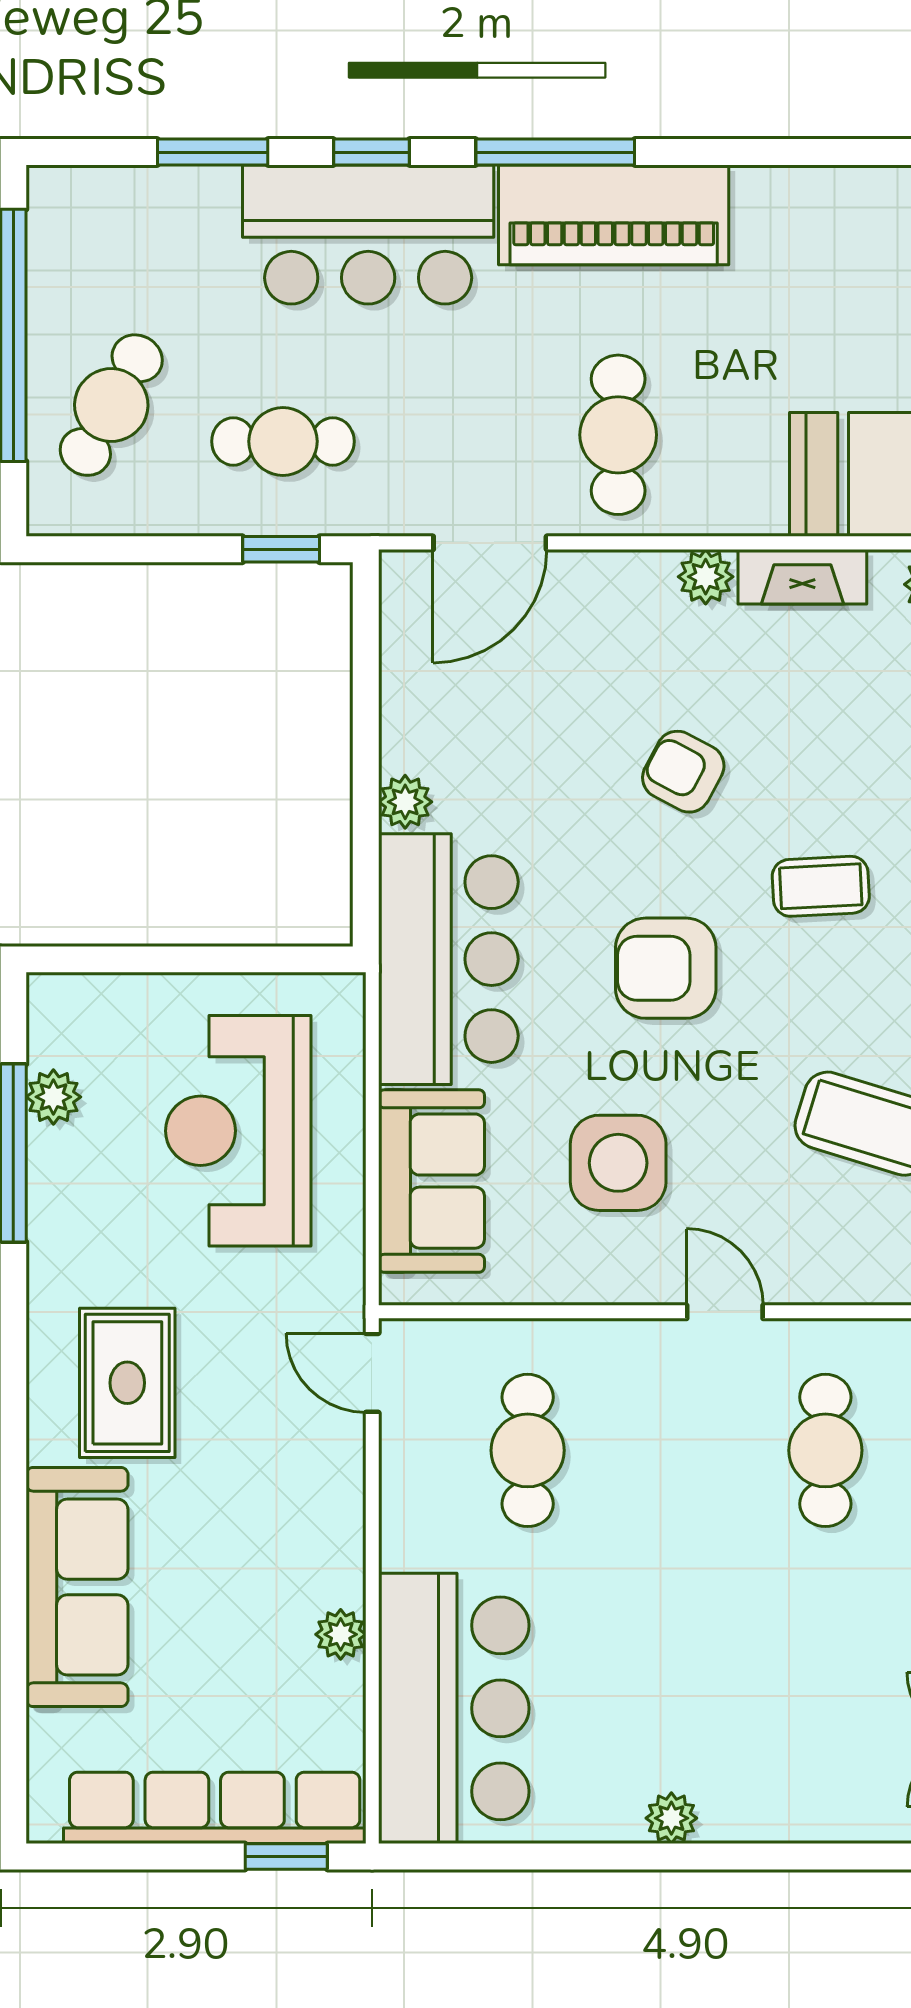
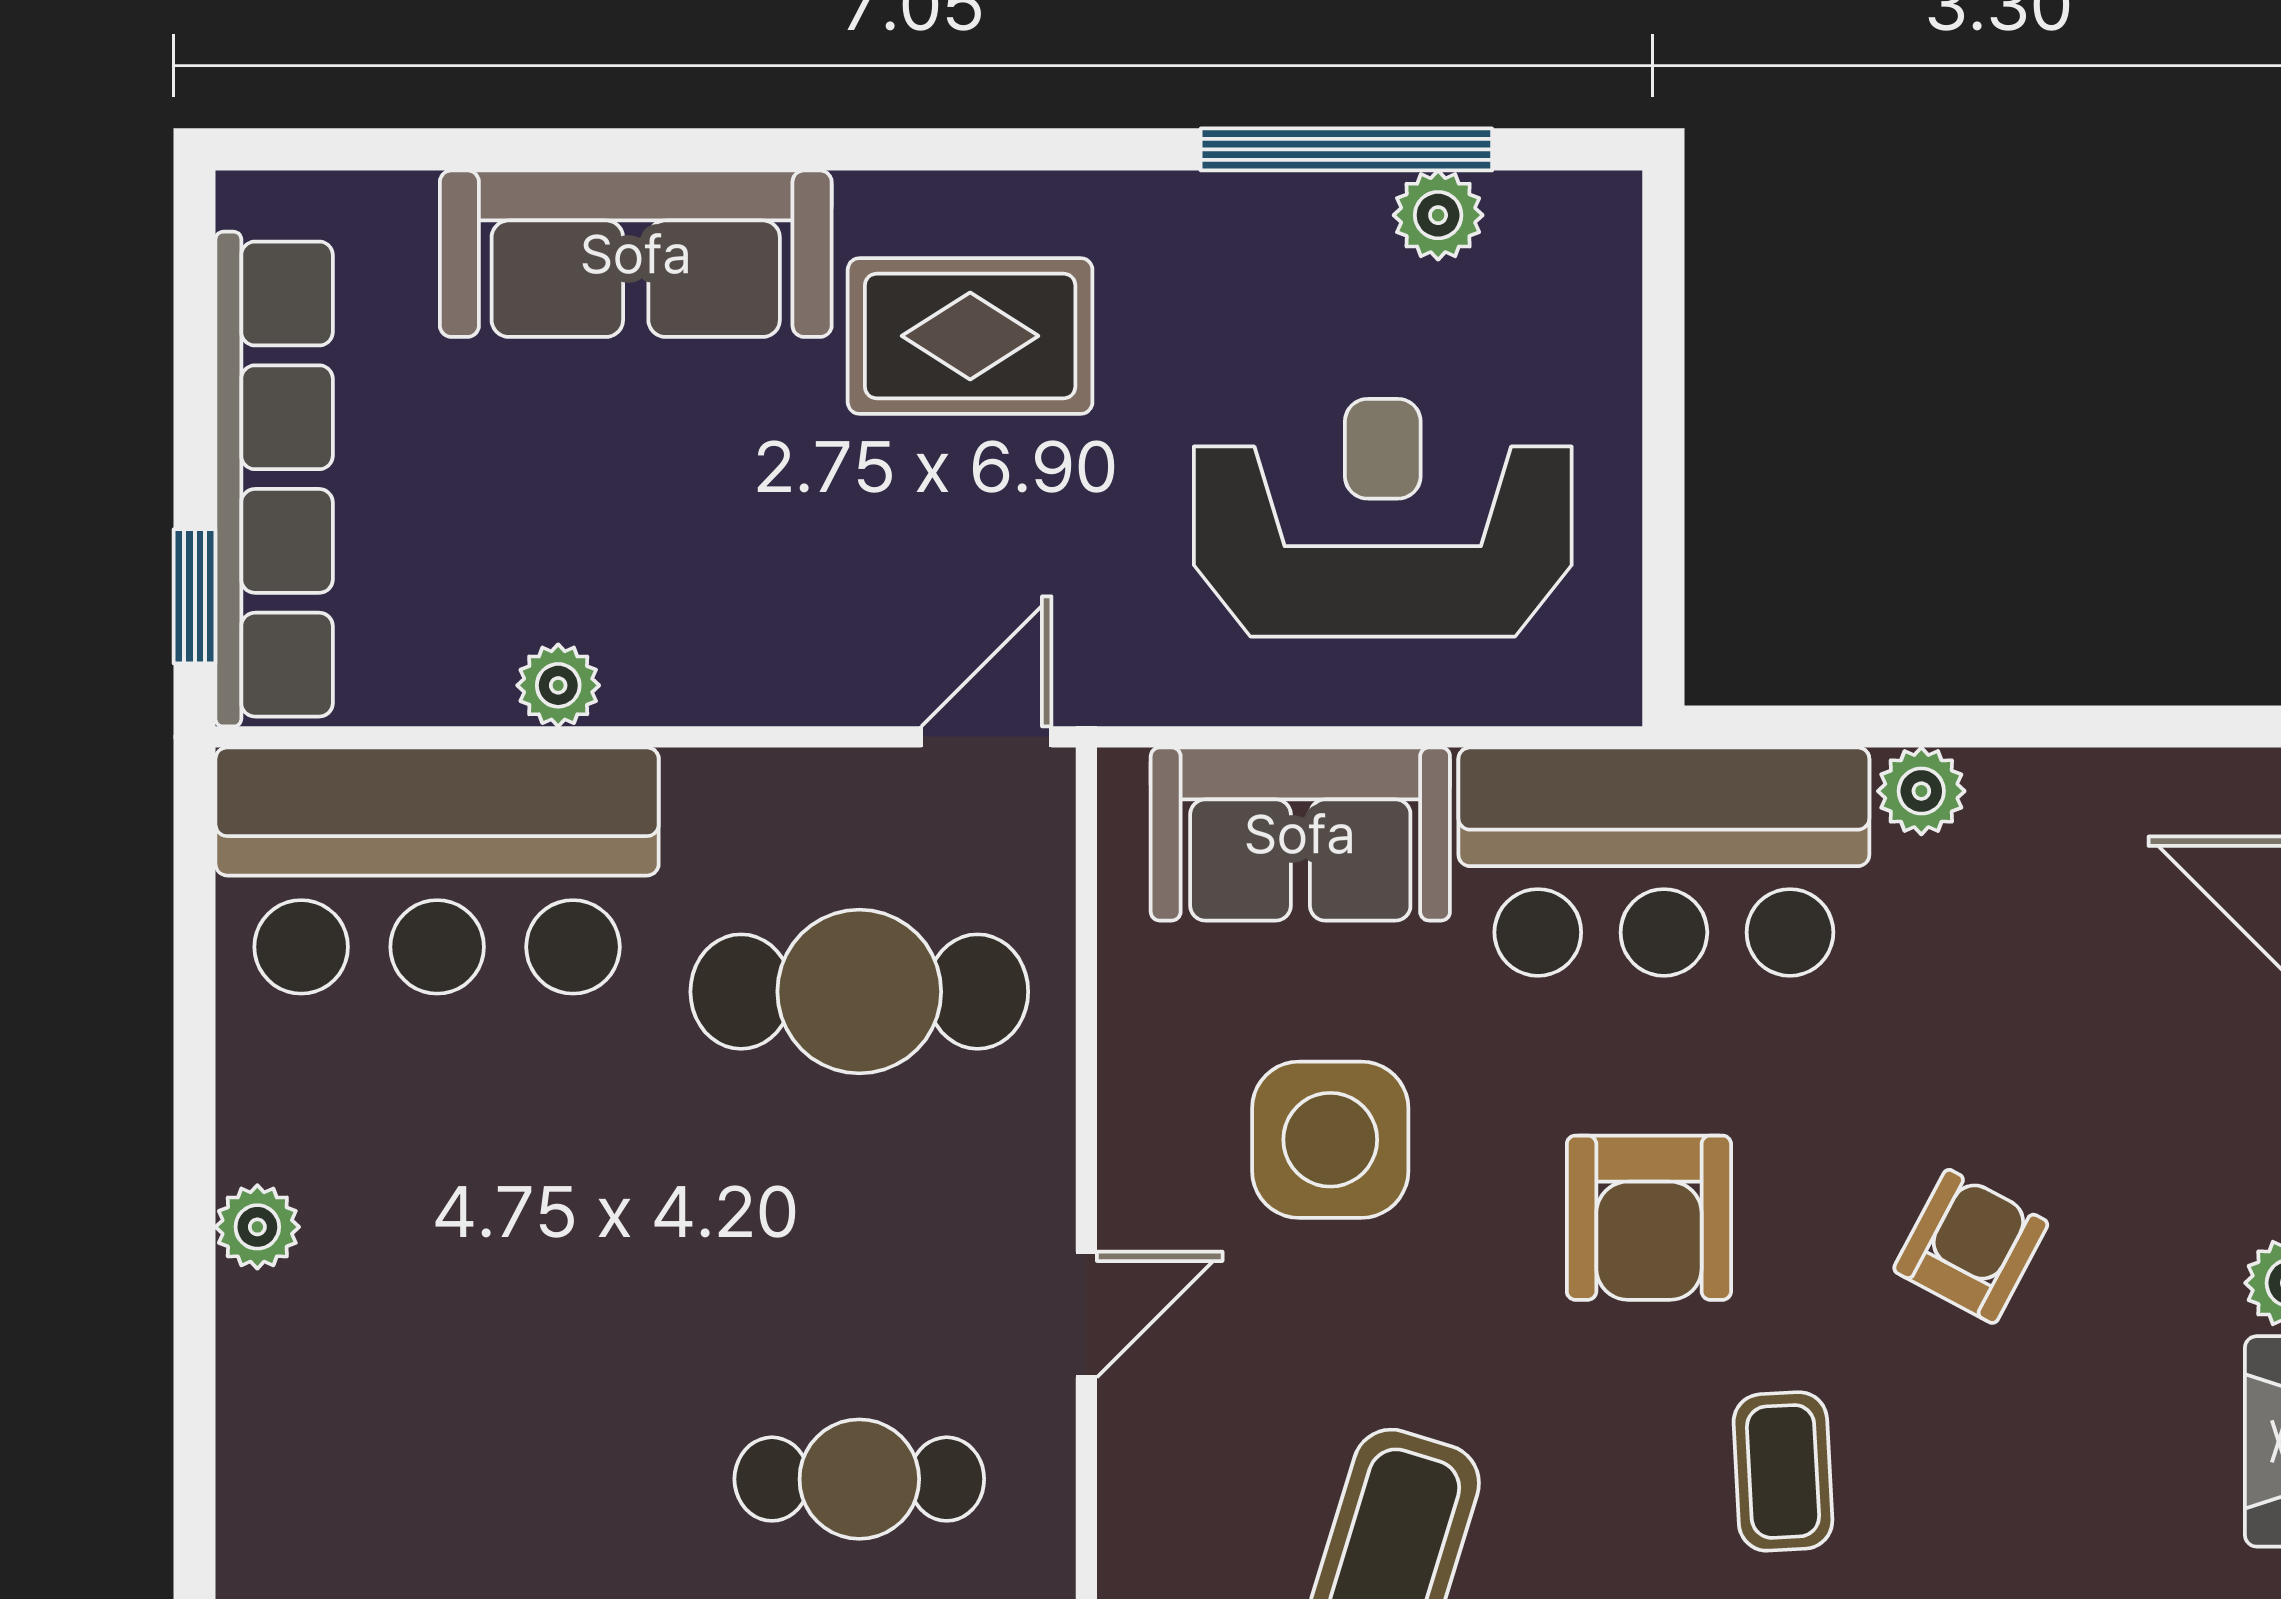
armchair: (666, 968) -> (1649, 1218), turned 180
cafe table: (528, 1450) -> (859, 992), width x1.37, depth x1.35

